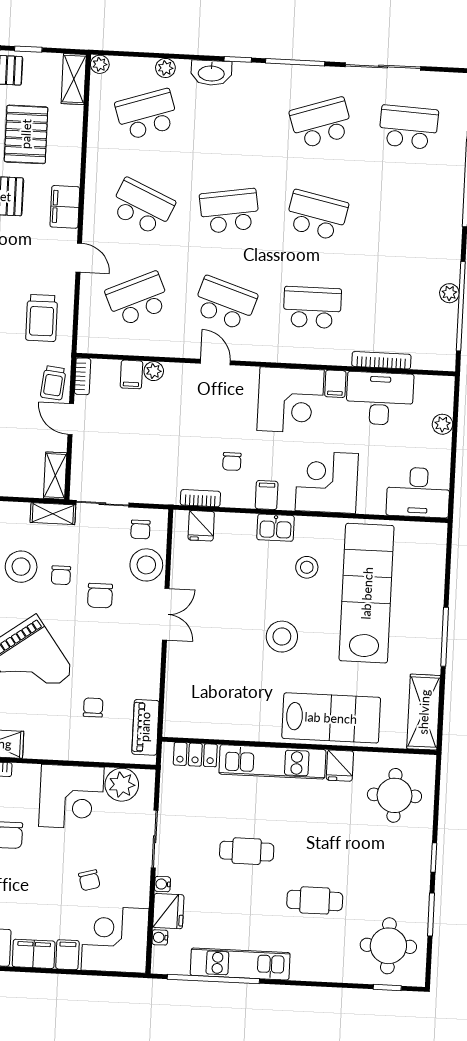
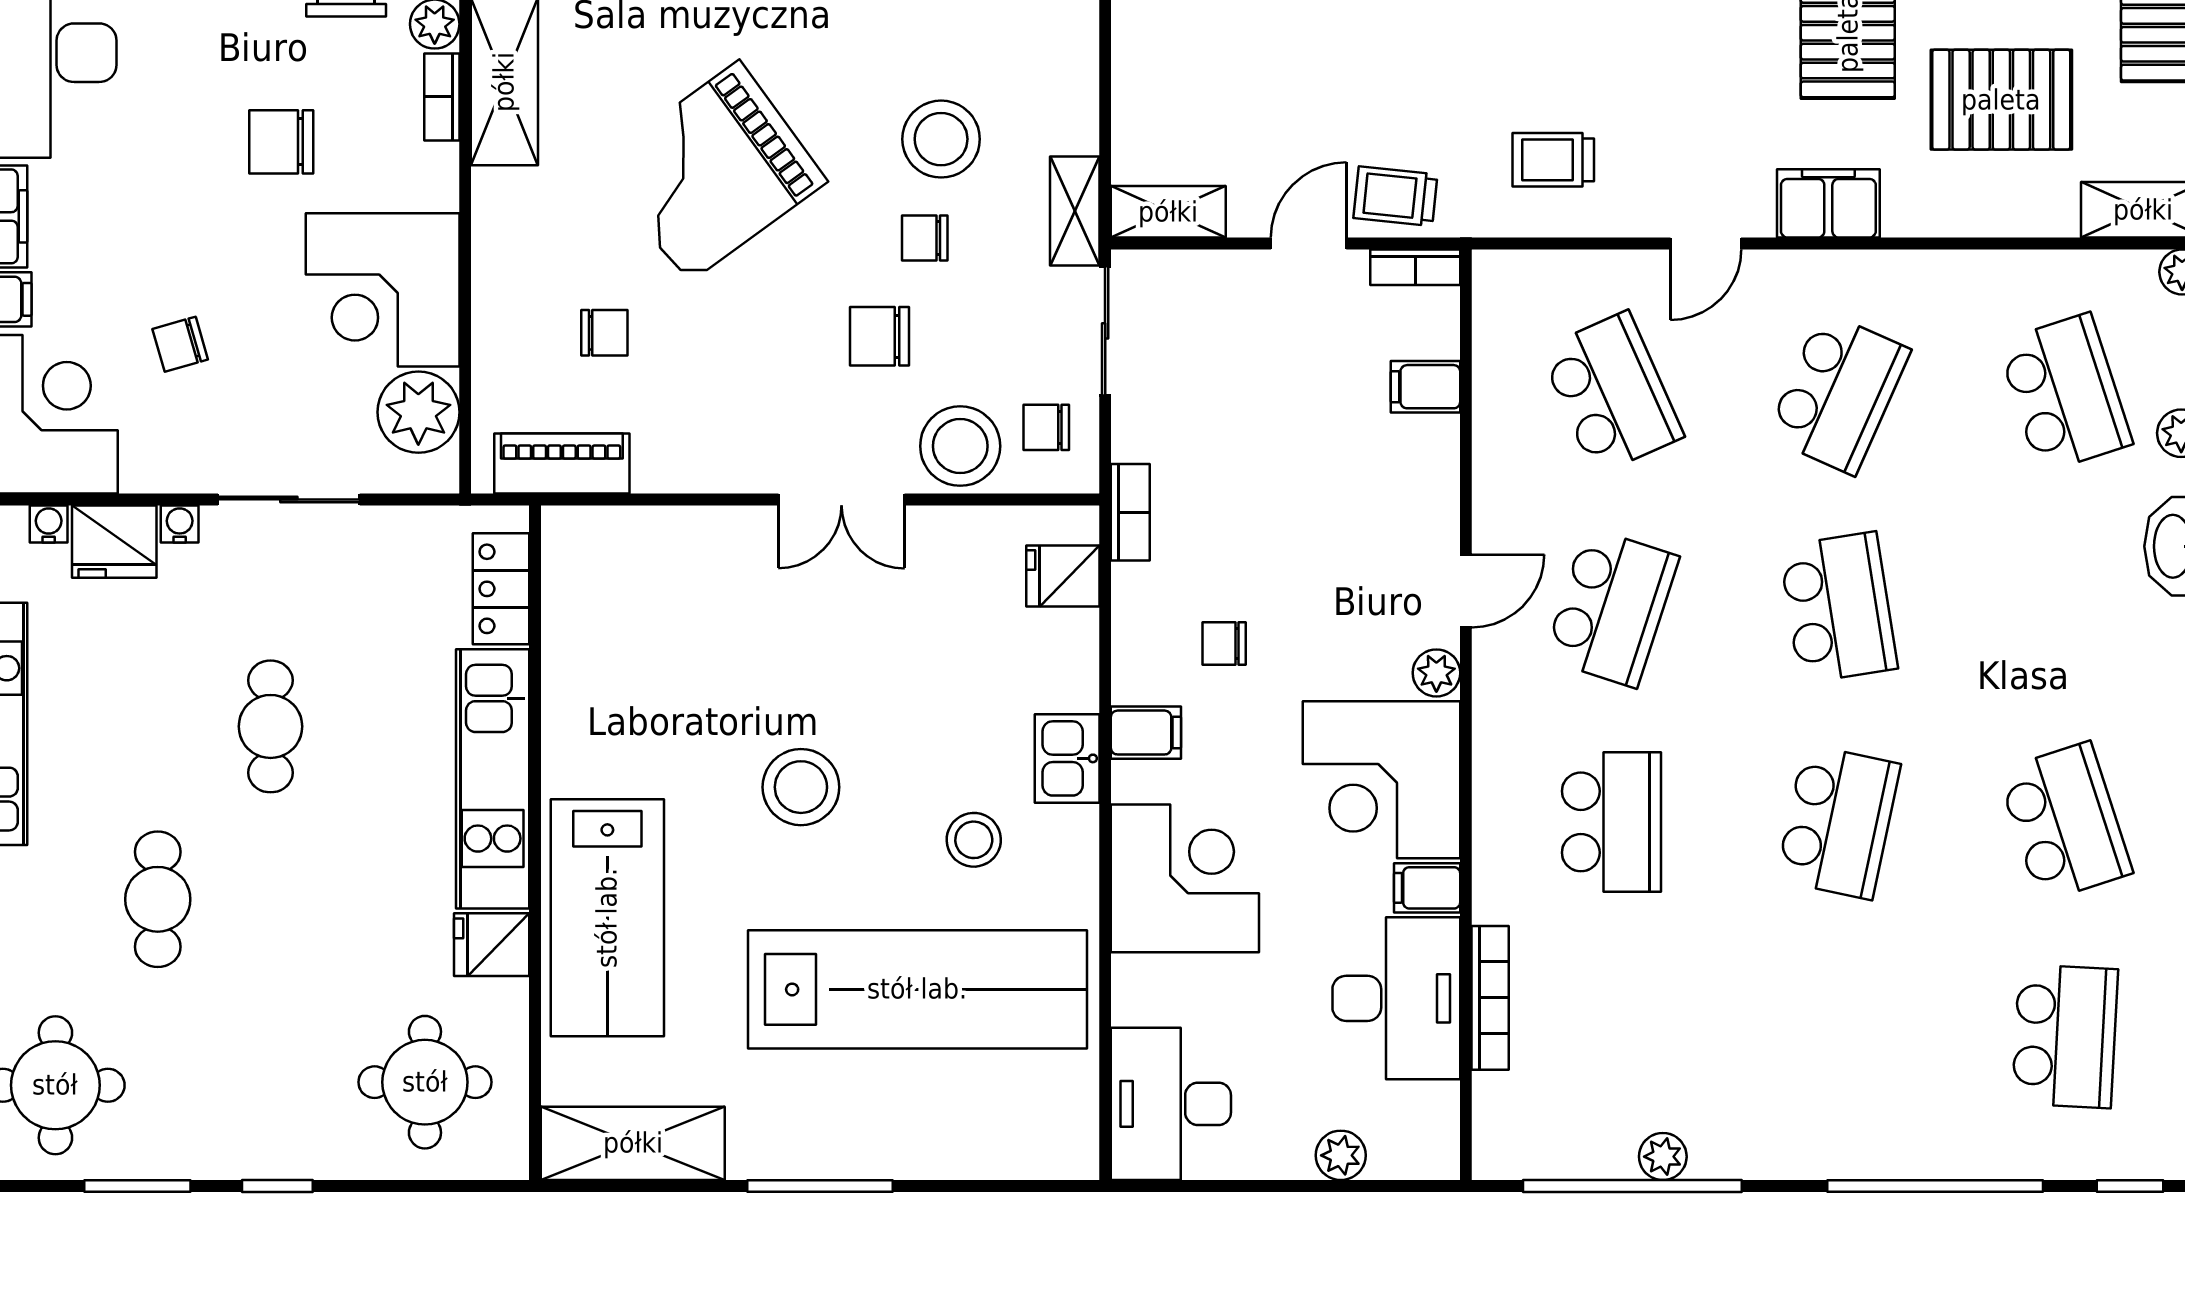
trolley: (42, 318) -> (1553, 160), width x0.73, depth x0.72
plant: (154, 371) -> (1436, 673), moved
bookcase: (200, 498) -> (1130, 512), moved

